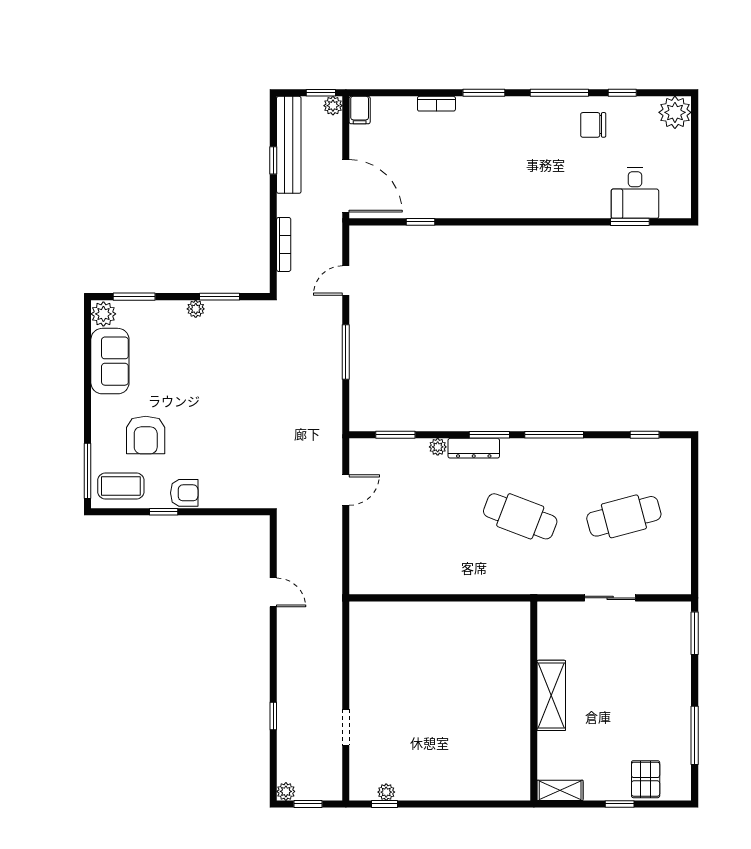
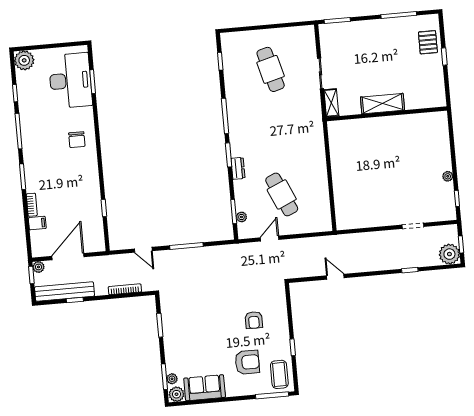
filing cabinet: (360, 110) -> (37, 223), moved
chair: (593, 125) -> (77, 140), moved
door: (346, 186) -> (68, 257), moved
desk: (635, 193) -> (70, 81), width x1.87, depth x1.30
plant: (196, 309) -> (172, 379), moved
plant: (438, 447) -> (241, 217), moved
dresser: (474, 448) -> (238, 168), width x0.70
door: (346, 490) -> (270, 239), hinge flipped
armchair: (184, 493) -> (254, 320), moved, turned 180
cafe table: (520, 516) -> (282, 194), moved, turned -45
door: (273, 592) -> (335, 277), hinge flipped
pallet: (646, 779) -> (428, 42), turned 90
shelving: (560, 790) -> (331, 103), moved
plant: (286, 791) -> (449, 254), width x1.87, depth x1.87
plant: (386, 792) -> (448, 176), moved

